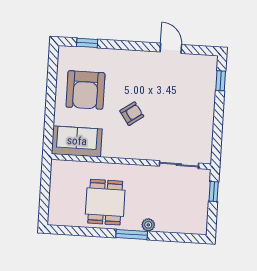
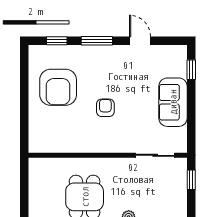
window: (127, 46) -> (97, 41), added
armchair: (132, 114) -> (105, 108), turned -55
sofa: (77, 141) -> (173, 102), moved, turned -90

